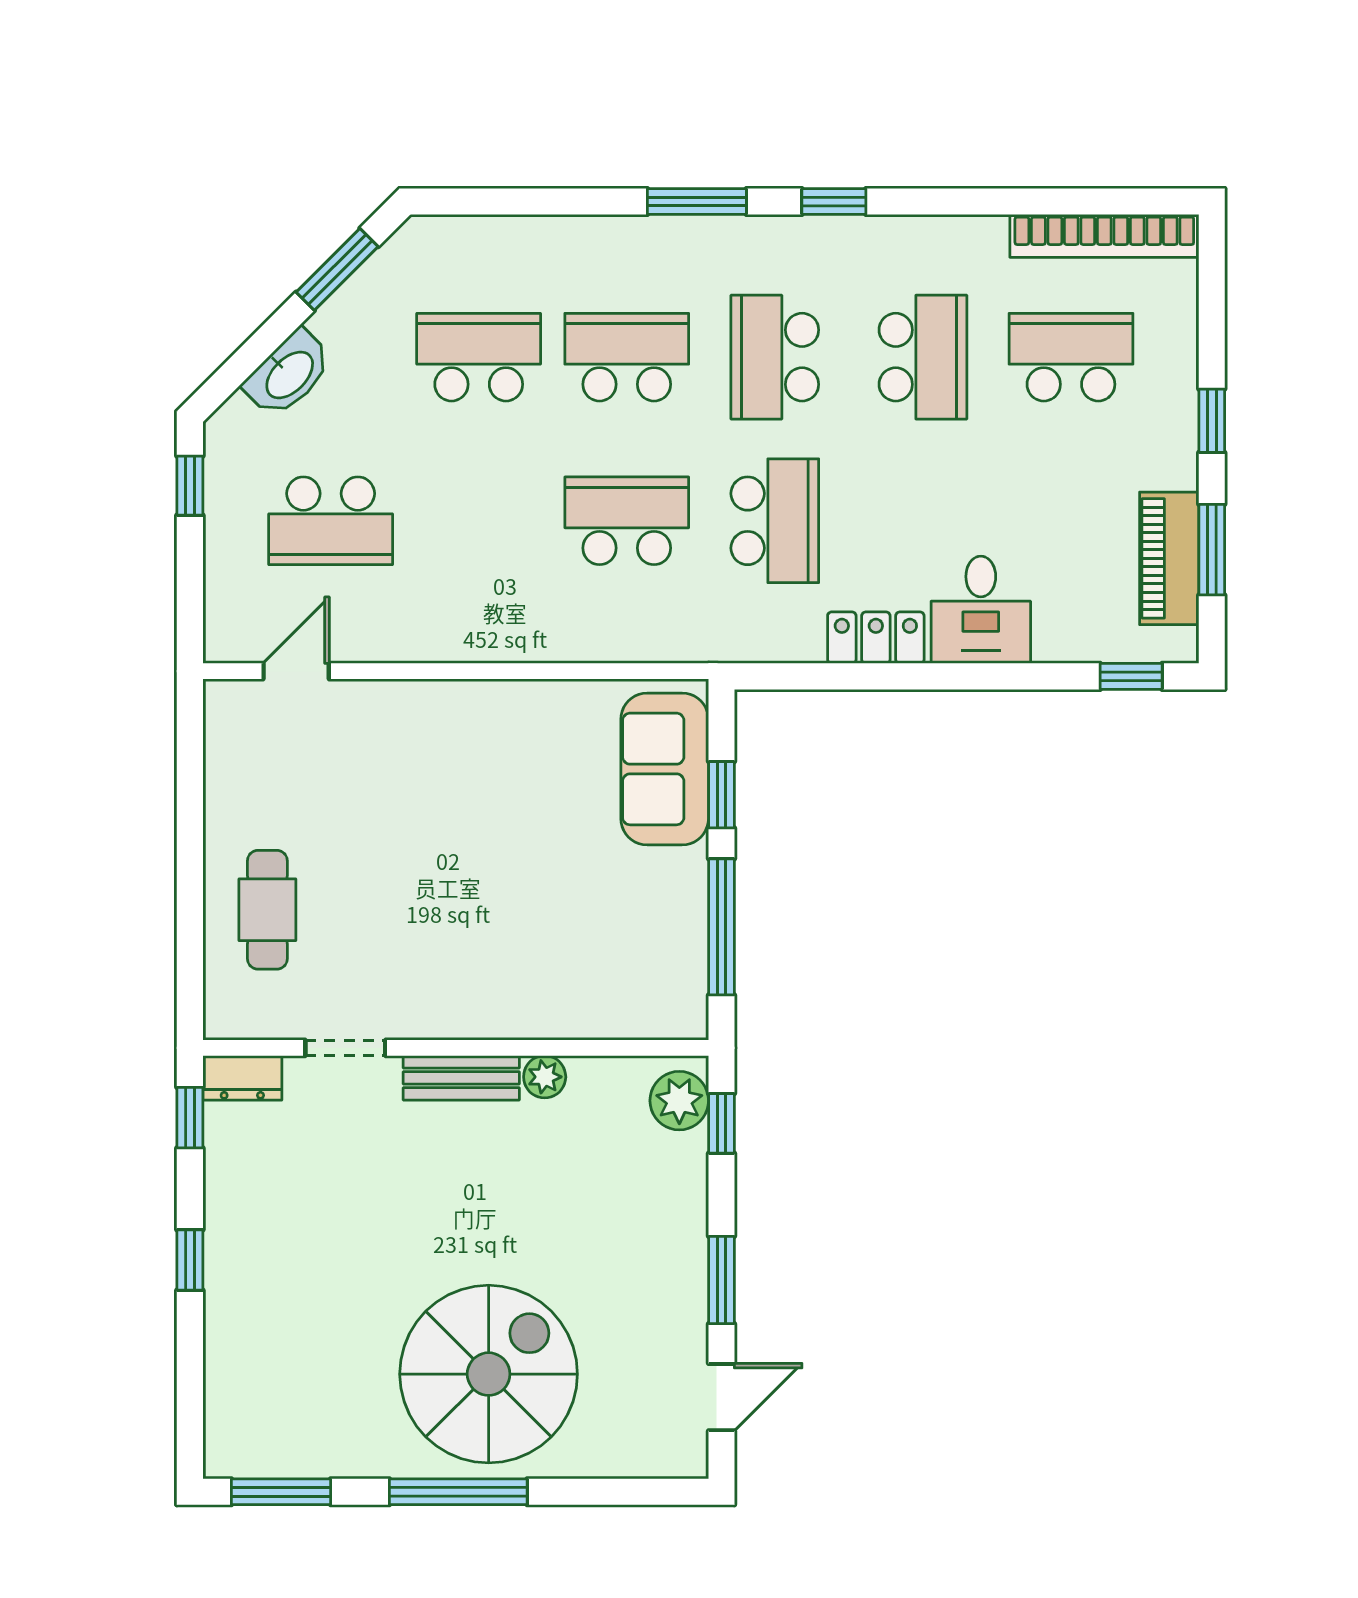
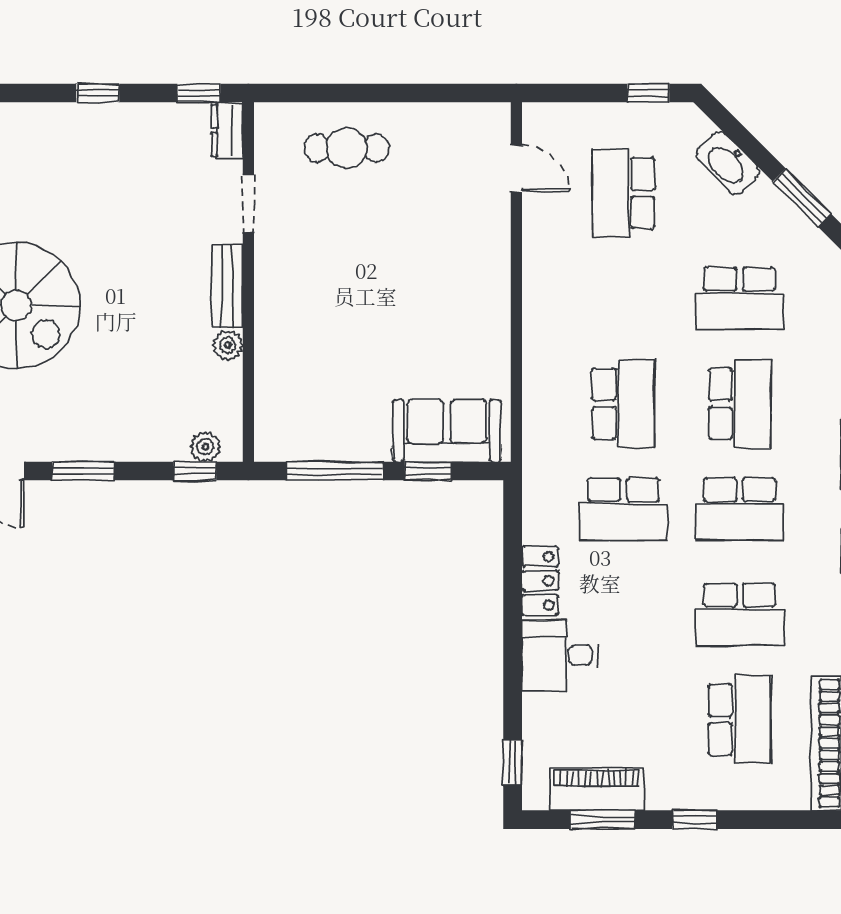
school desk: (479, 357) -> (740, 298), turned 90
school desk: (775, 357) -> (740, 509), turned 180
plant: (679, 1101) -> (205, 447), width x0.73, depth x0.73

